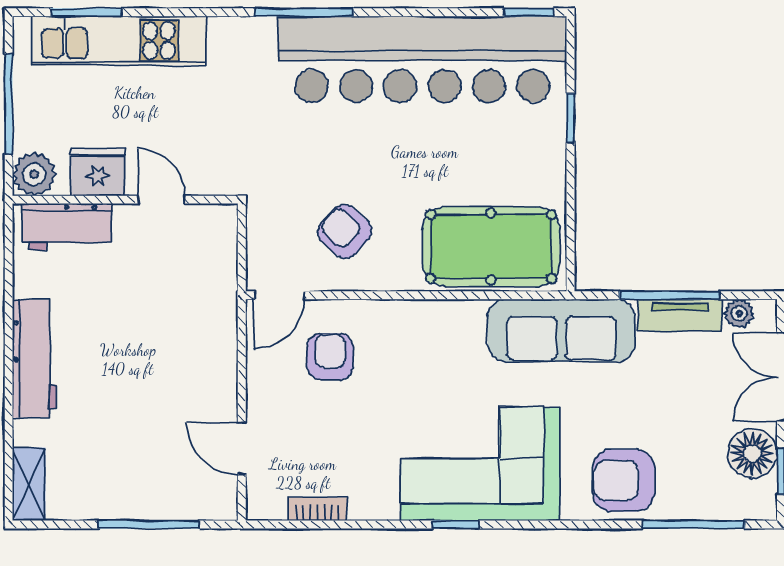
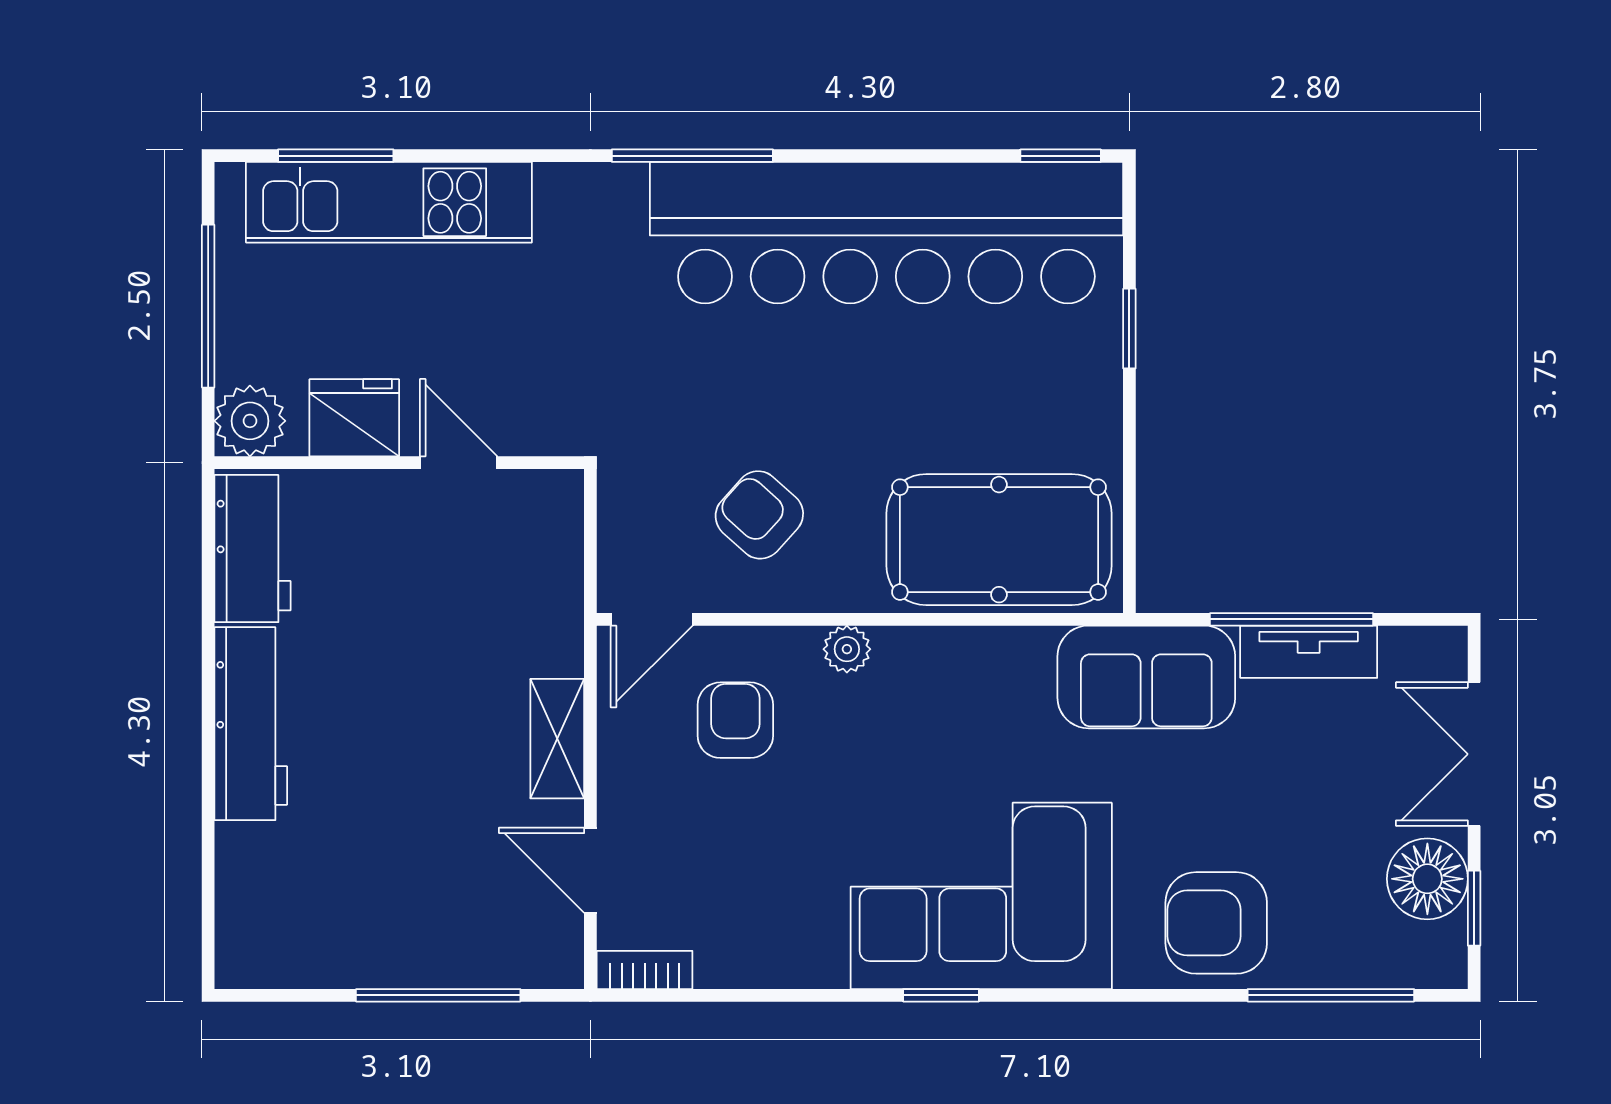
workbench: (67, 227) -> (253, 549), moved, turned -90
plant: (739, 313) -> (847, 649), moved
sofa: (561, 330) -> (1146, 677), width x0.73
shelving: (29, 484) -> (557, 739), moved
bookcase: (318, 509) -> (645, 970), moved

